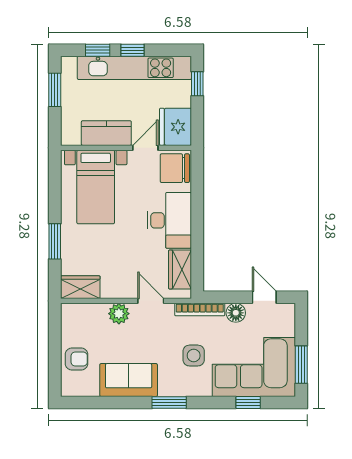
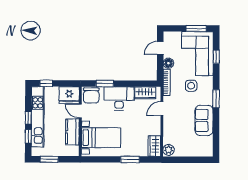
window: (197, 194) -> (105, 84), added
plant: (119, 314) -> (169, 150), moved
armchair: (77, 359) -> (193, 148), removed

